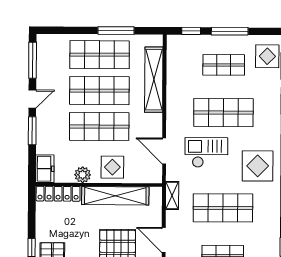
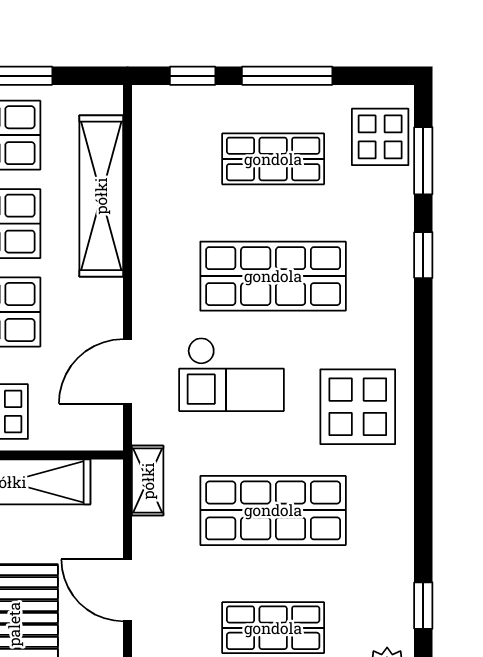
door: (164, 151) -> (128, 371), hinge flipped
checkout: (206, 152) -> (232, 374), turned 180

